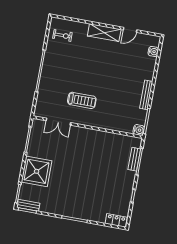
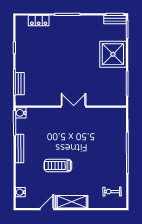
treadmill: (82, 100) -> (58, 165), moved
double door: (58, 122) -> (74, 107), moved
locker: (116, 220) -> (39, 21), moved

